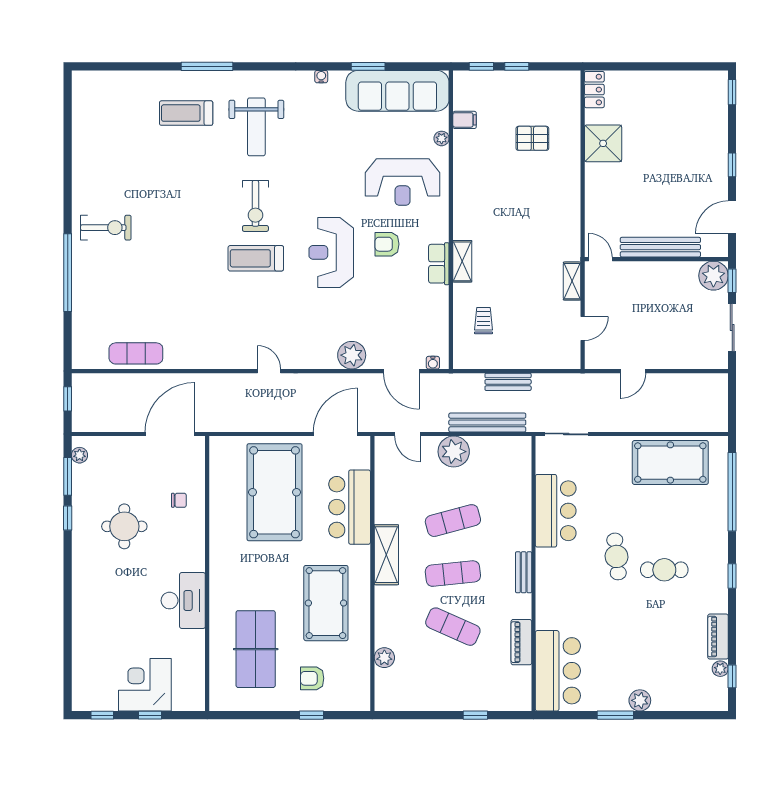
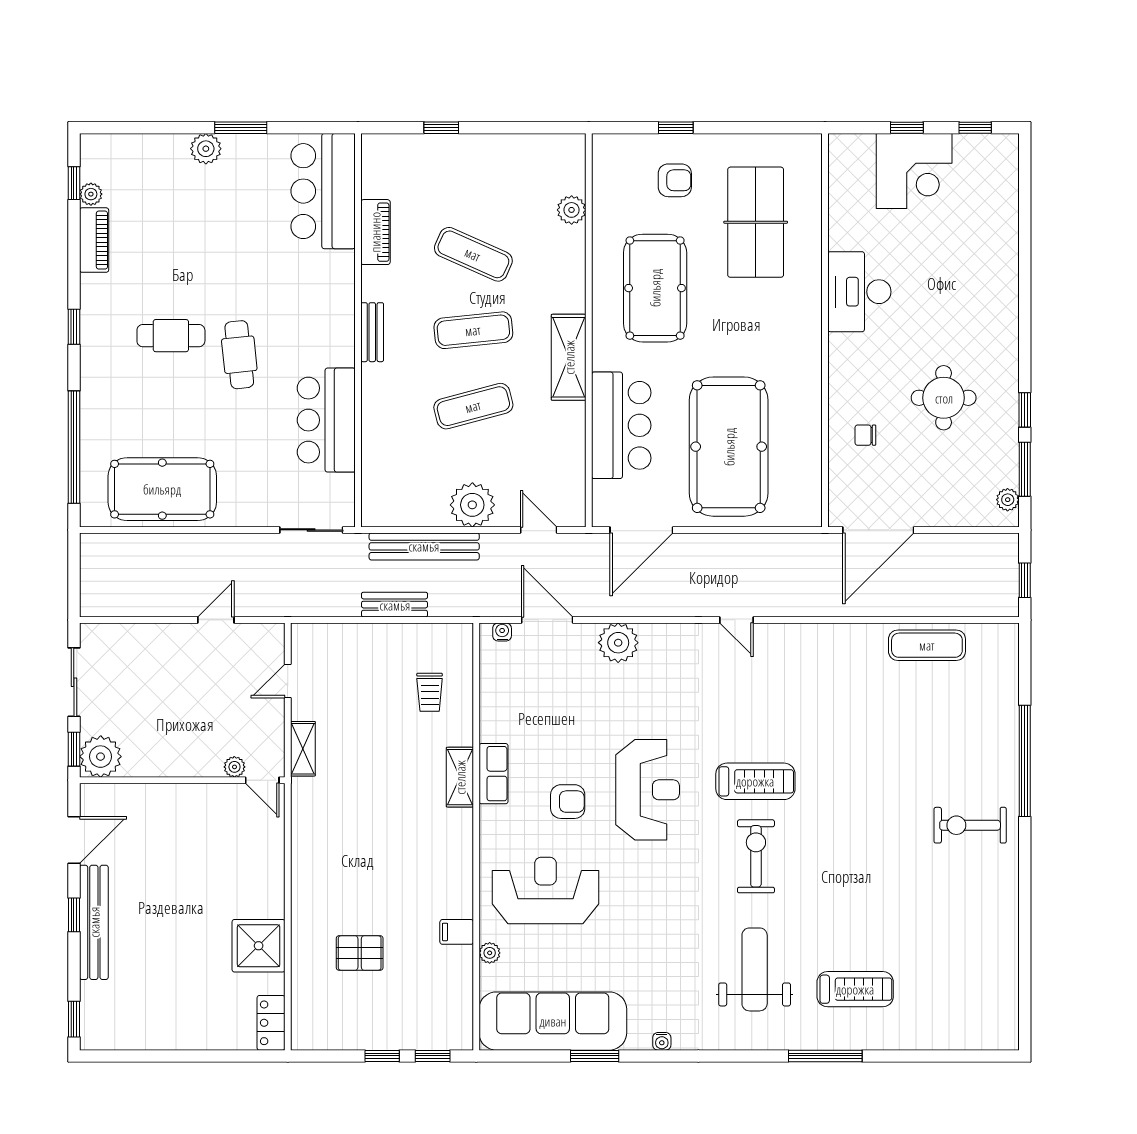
filing cabinet: (465, 120) -> (457, 932), moved
bench: (660, 247) -> (94, 922), moved, turned 90
plant: (620, 268) -> (234, 767), added

